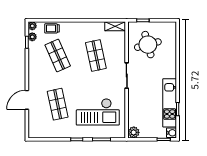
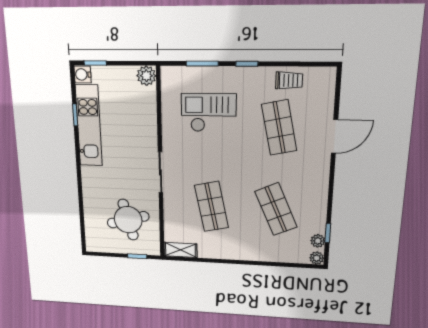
trolley: (52, 28) -> (289, 80), moved
checkout: (98, 112) -> (209, 113), width x0.73, depth x0.83

